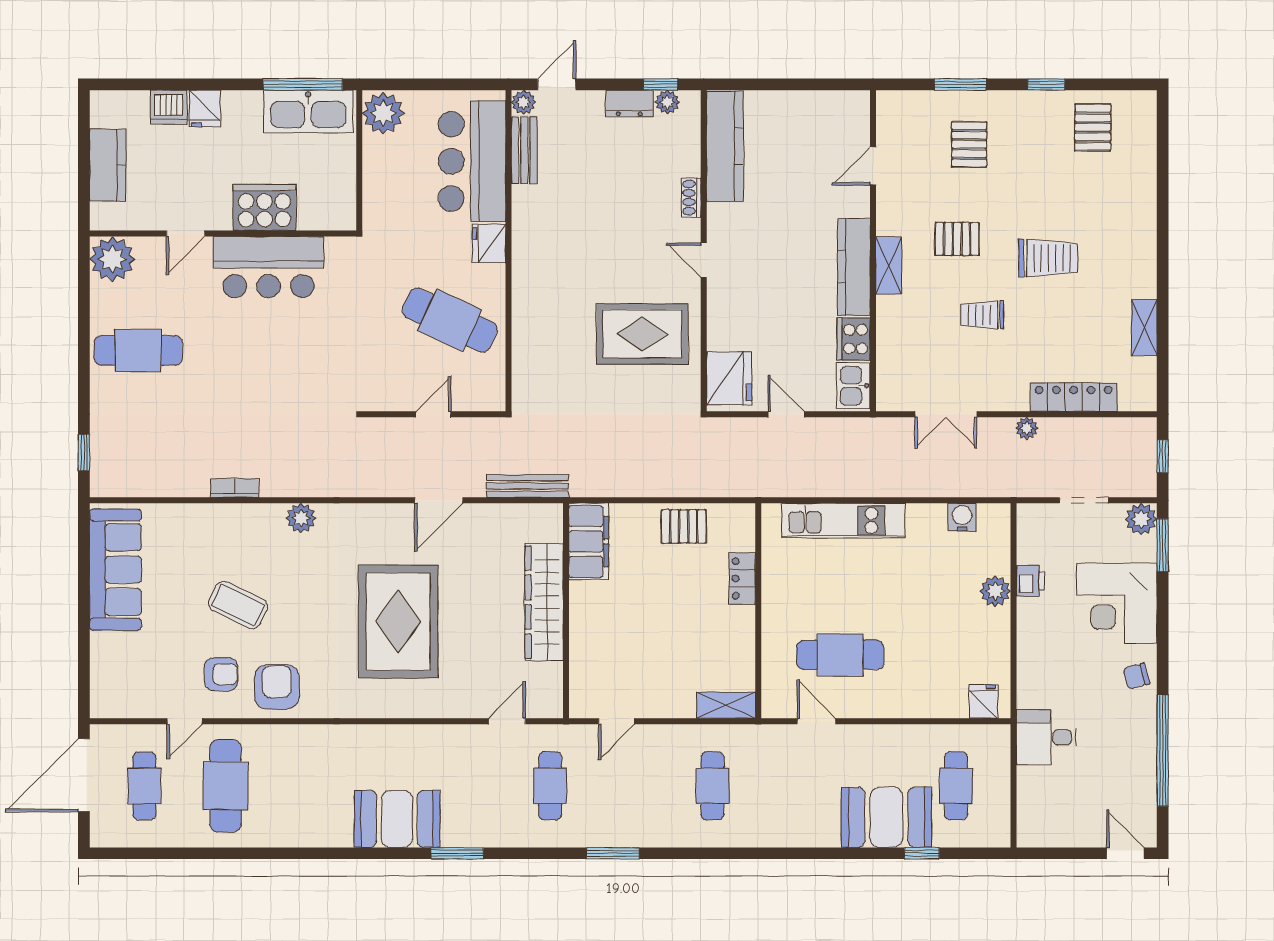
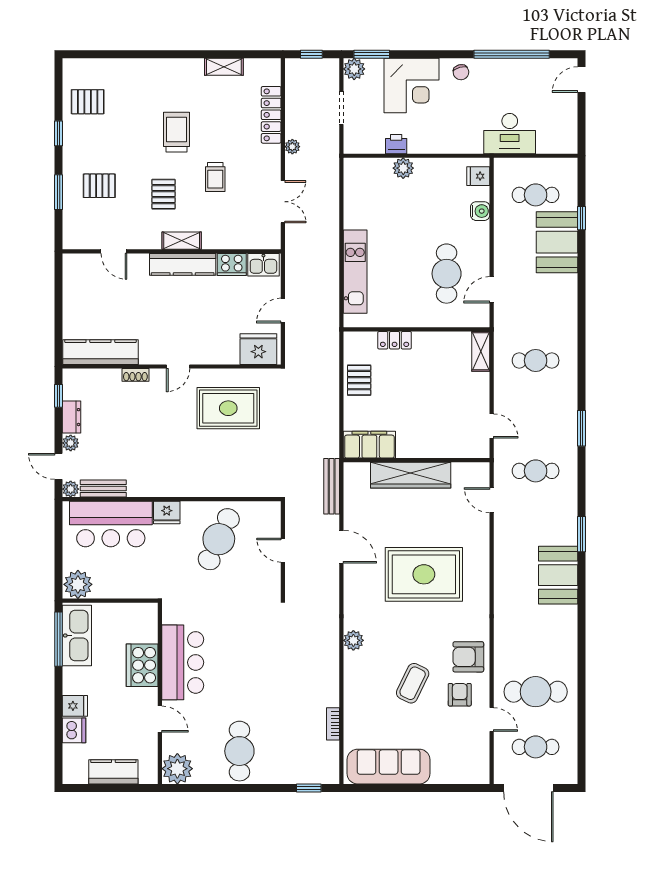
plant: (667, 102) -> (71, 443), moved
rug: (642, 334) -> (228, 408), turned 90
bookcase: (235, 488) -> (333, 724), moved
water cooler: (962, 517) -> (480, 211), moved, turned 180
desk: (1046, 737) -> (510, 134), width x1.37

